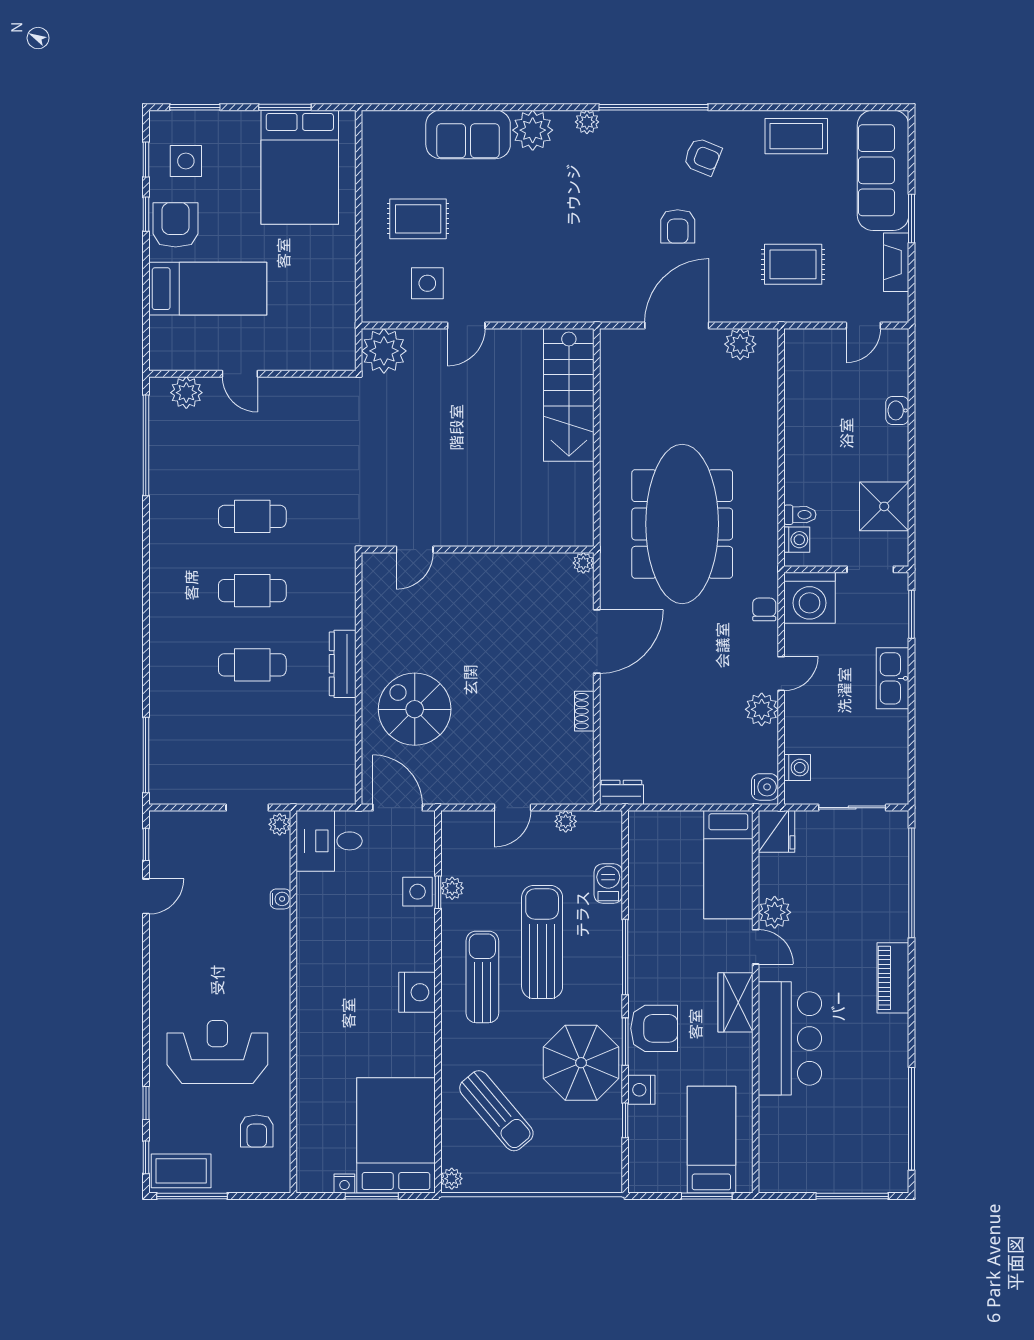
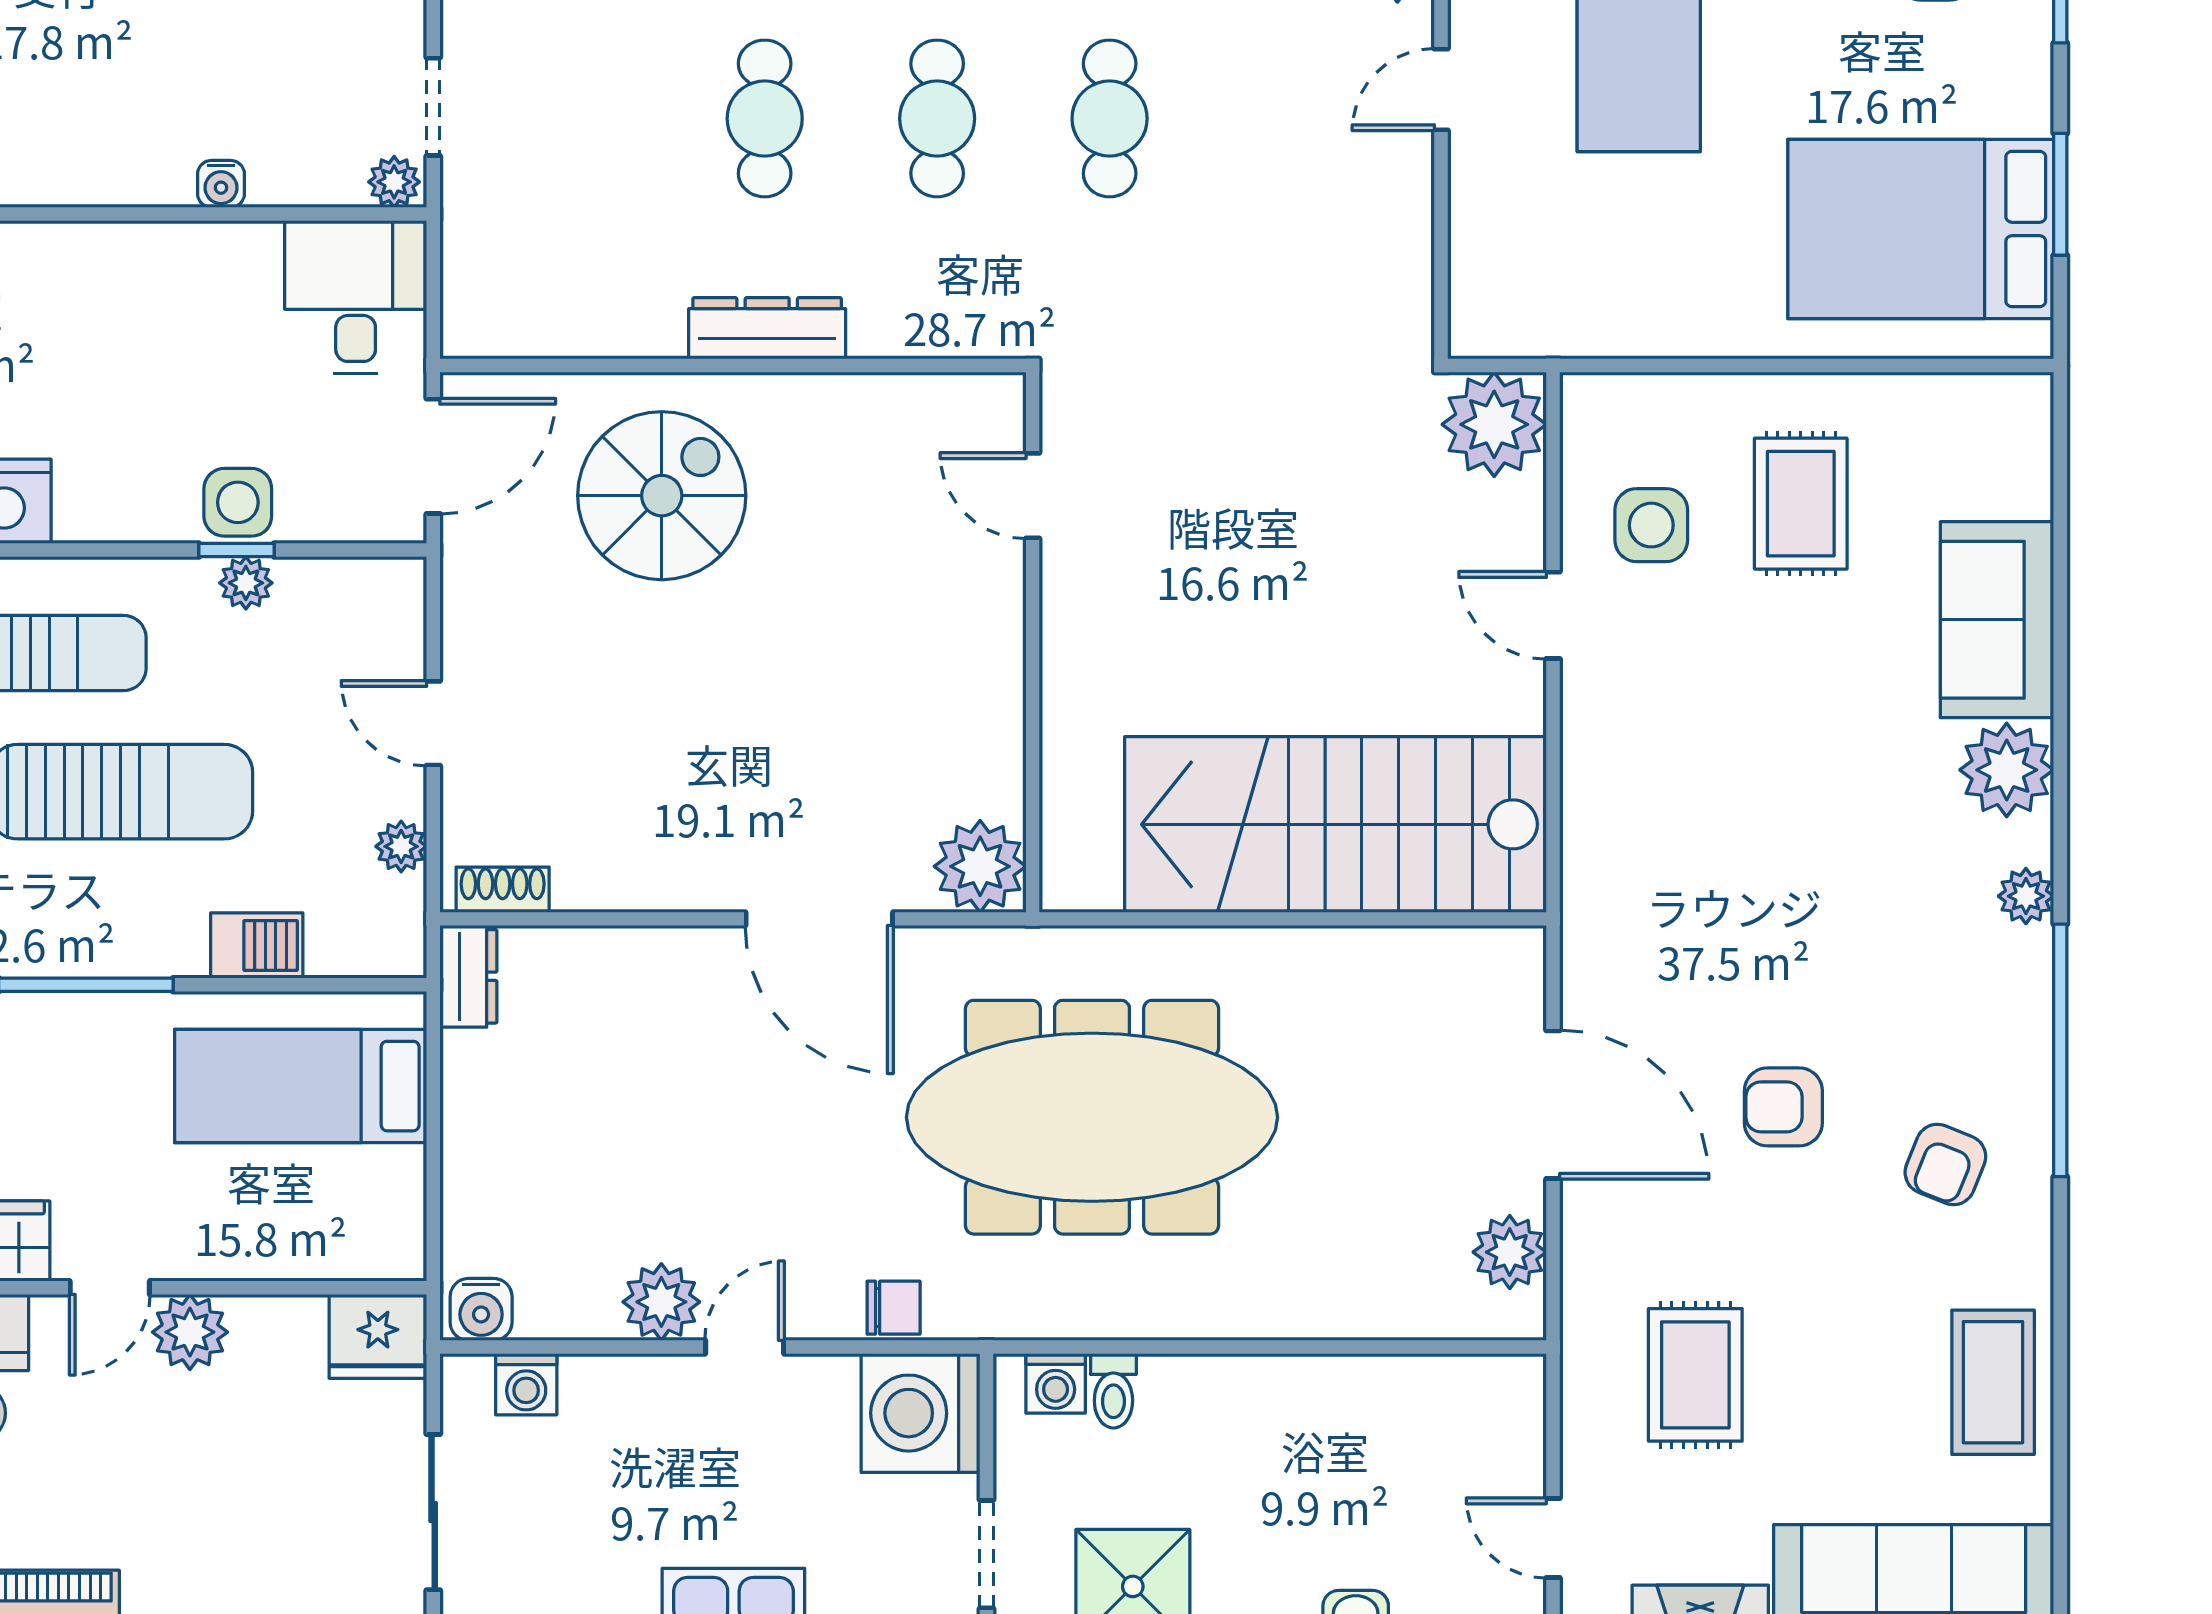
stairs: (569, 395) -> (1336, 824), width x1.36, depth x1.51
plant: (583, 563) -> (980, 866), width x1.88, depth x1.88
door: (781, 674) -> (745, 1347), swing flipped
shoe rack: (584, 711) -> (503, 890), moved
bed: (728, 865) -> (301, 1086), moved

